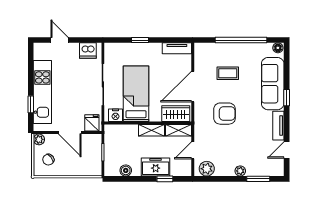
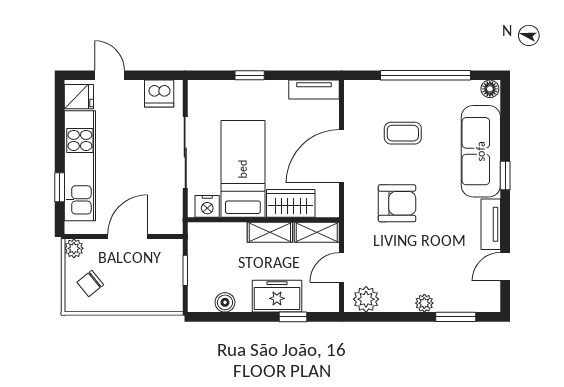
wardrobe: (176, 114) -> (291, 203), moved
fridge: (92, 123) -> (79, 97), moved, turned 90
door: (70, 133) -> (128, 236), swing flipped

